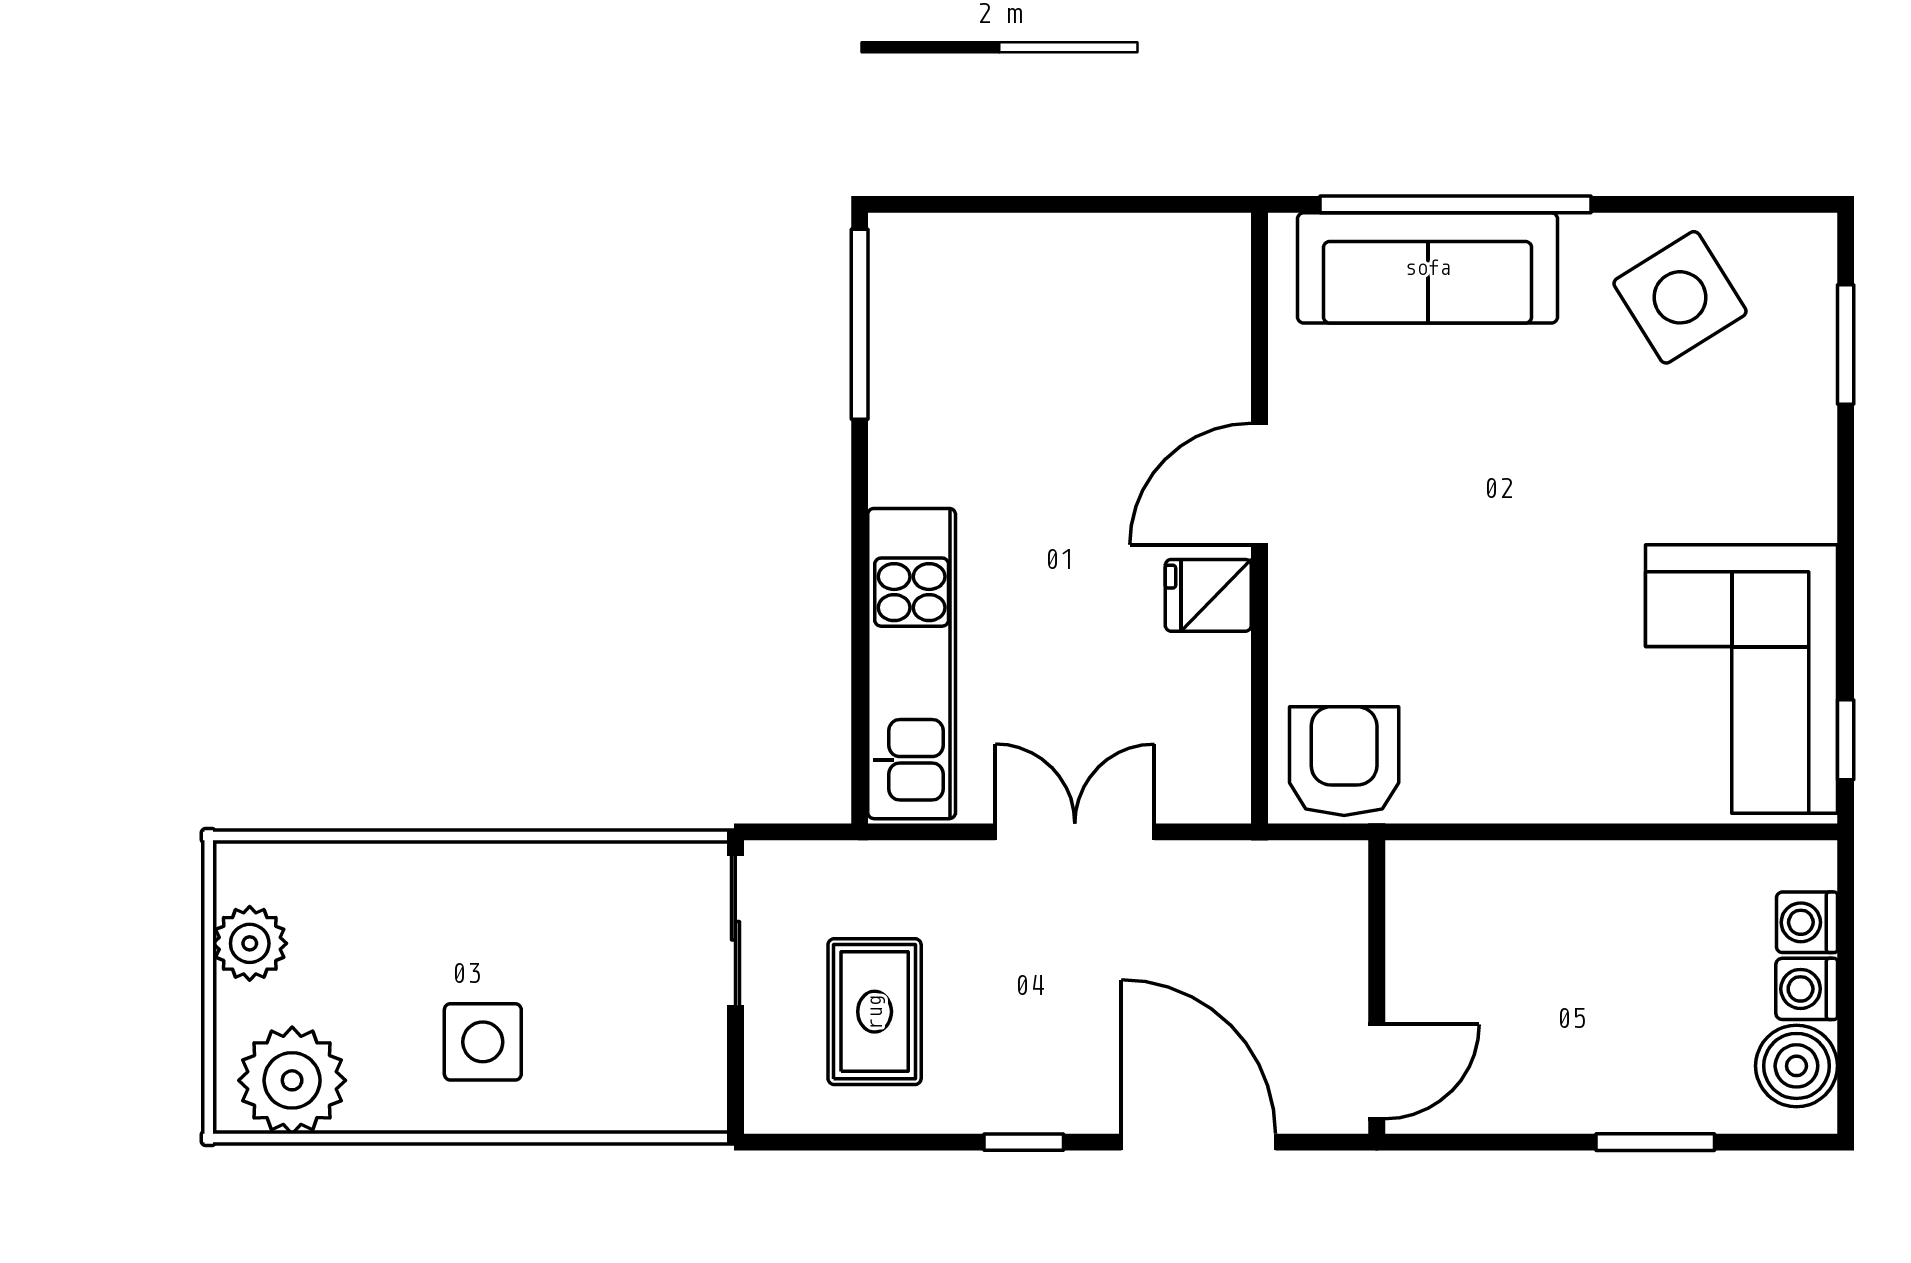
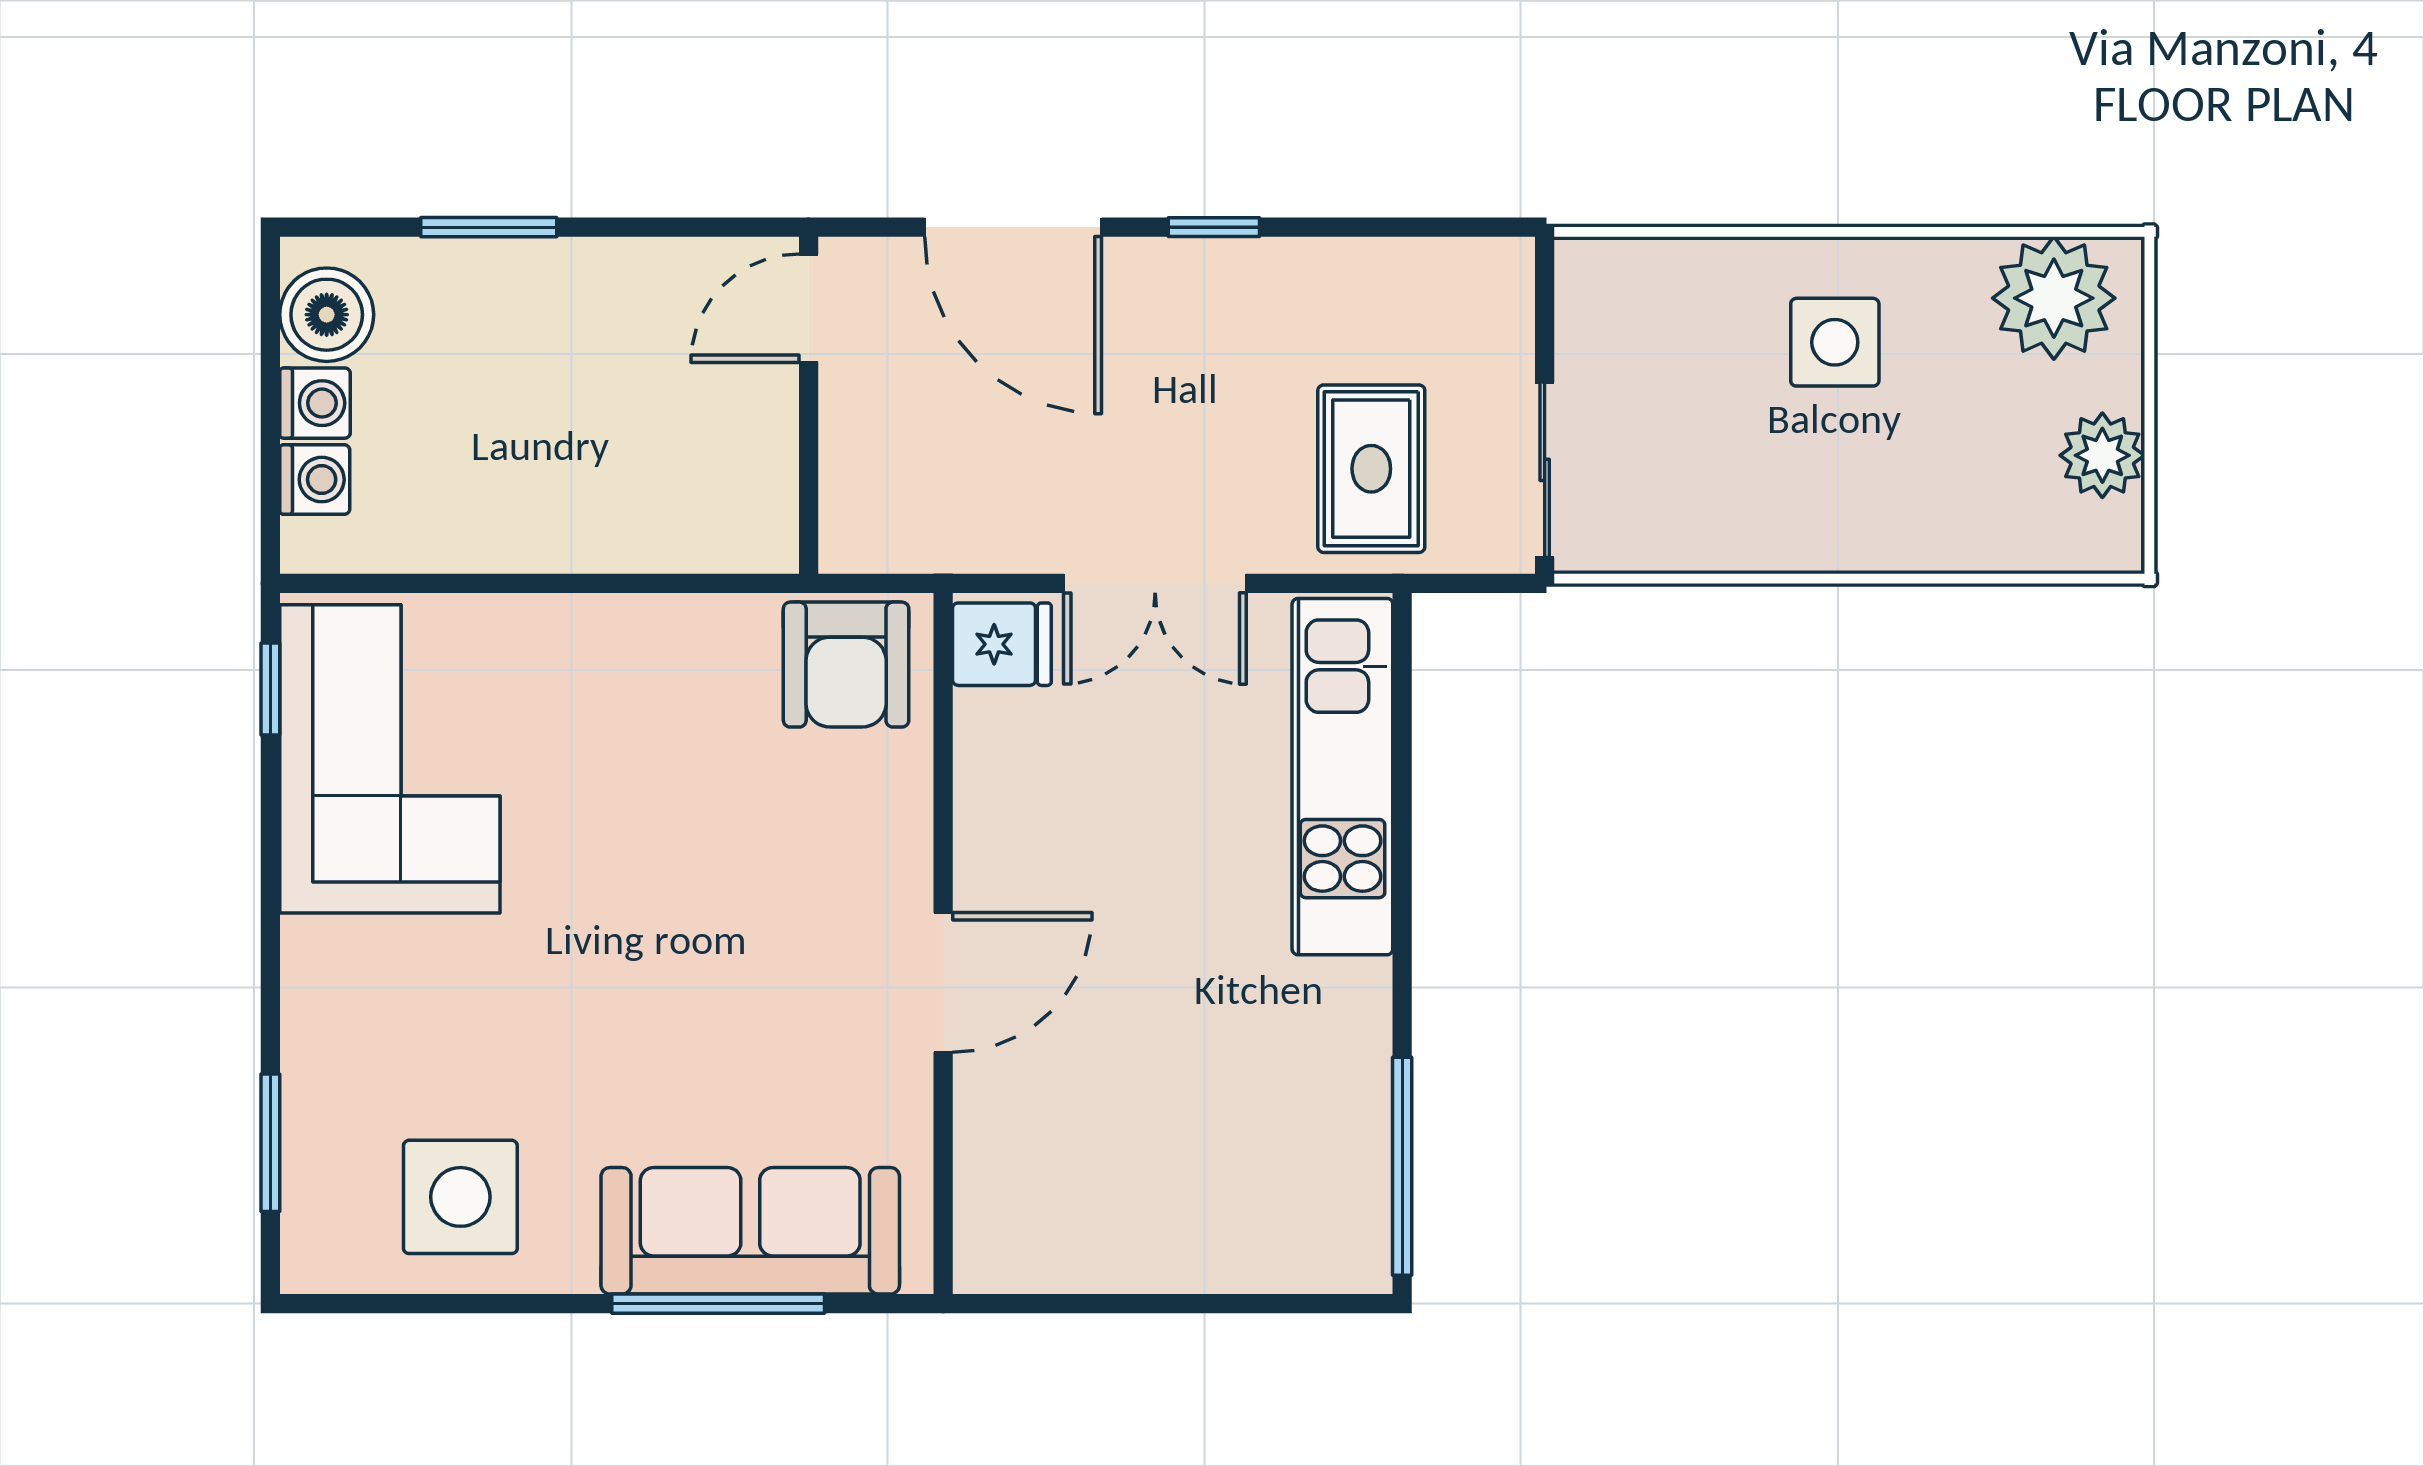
window: (1456, 204) -> (718, 1304), width x0.68
side table: (1680, 297) -> (460, 1197), turned 32
fridge: (1208, 595) -> (1002, 644), moved
rug: (875, 1012) -> (1371, 469), moved

